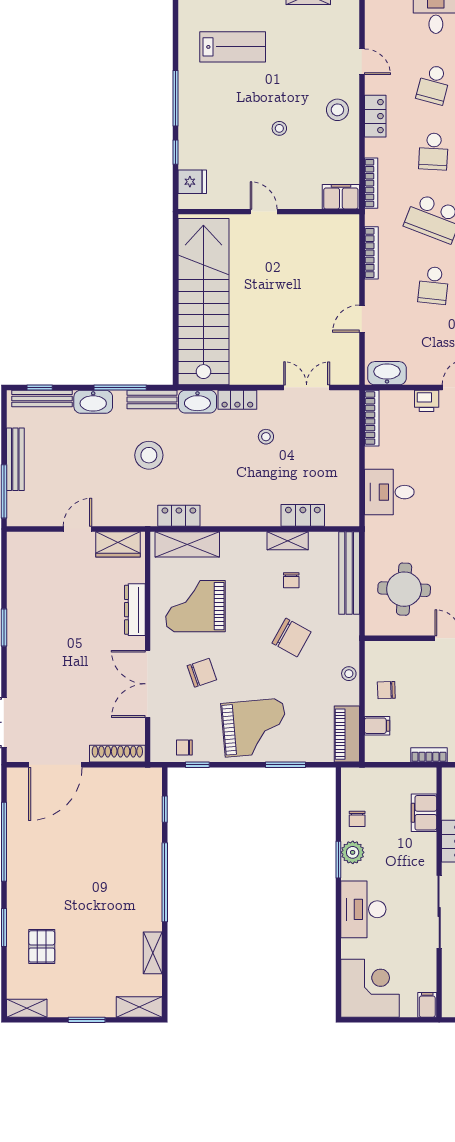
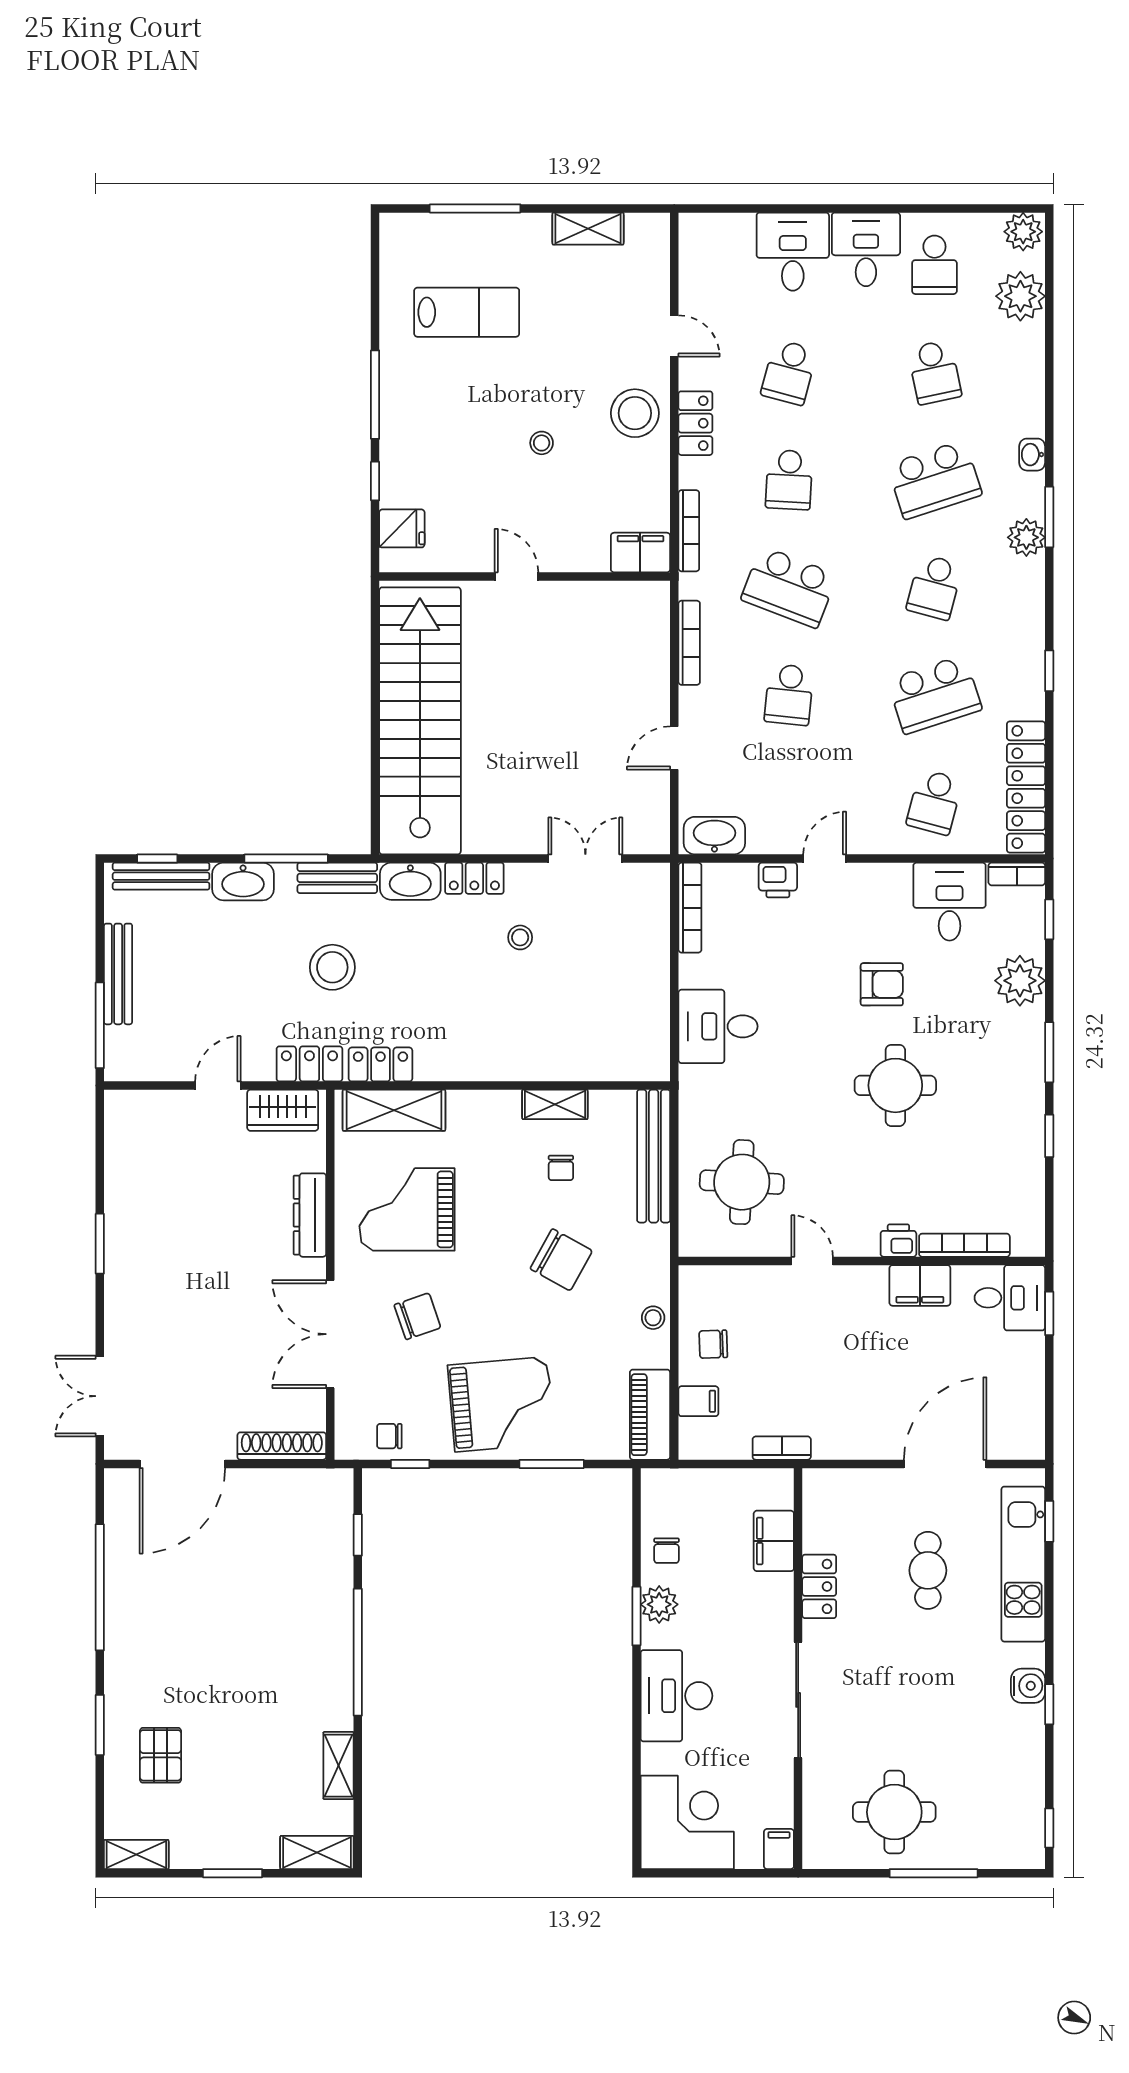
stool: (337, 110) -> (635, 413), width x1.38, depth x1.38
locker: (303, 515) -> (309, 1064), moved

